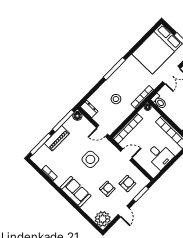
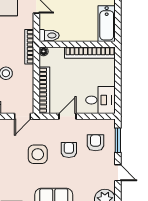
desk: (160, 156) -> (100, 100), moved
armchair: (107, 189) -> (69, 150), moved

